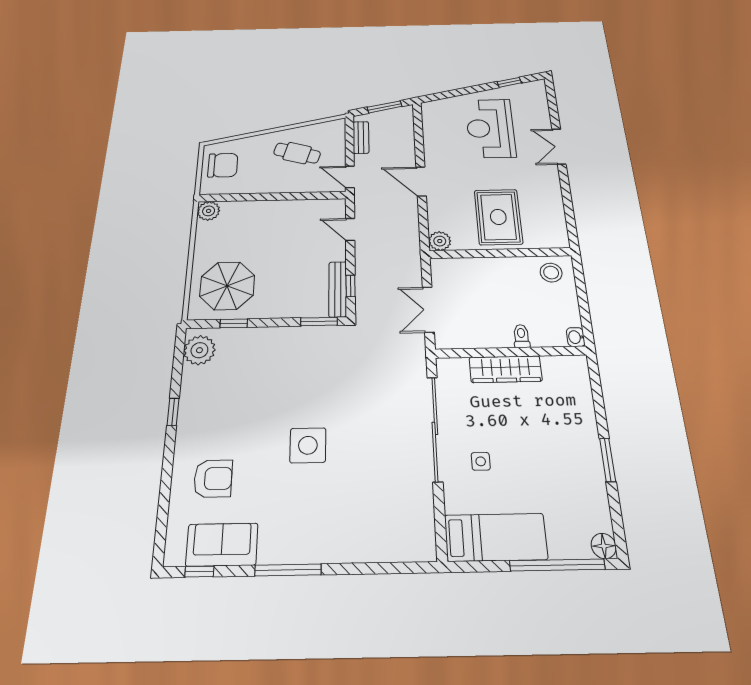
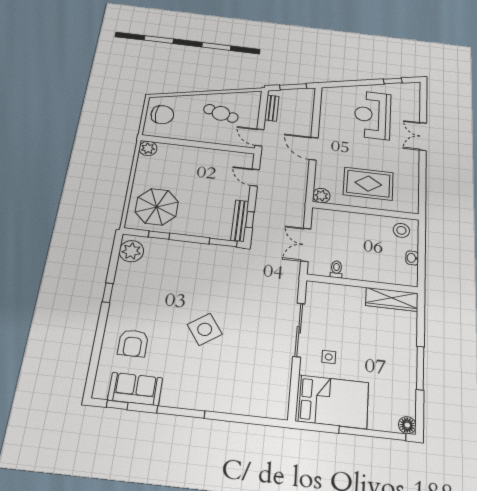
rug: (498, 217) -> (368, 184), turned 90
toilet: (521, 336) -> (336, 269), moved
washbasin: (576, 337) -> (412, 258), moved
wardrobe: (506, 369) -> (392, 299), moved
sliding door: (435, 428) -> (299, 330), width x0.73
side table: (308, 445) -> (205, 329), turned -35
window: (608, 460) -> (420, 368), width x1.44
armchair: (213, 479) -> (133, 343), turned 90
bed: (496, 537) -> (332, 402), width x1.50

